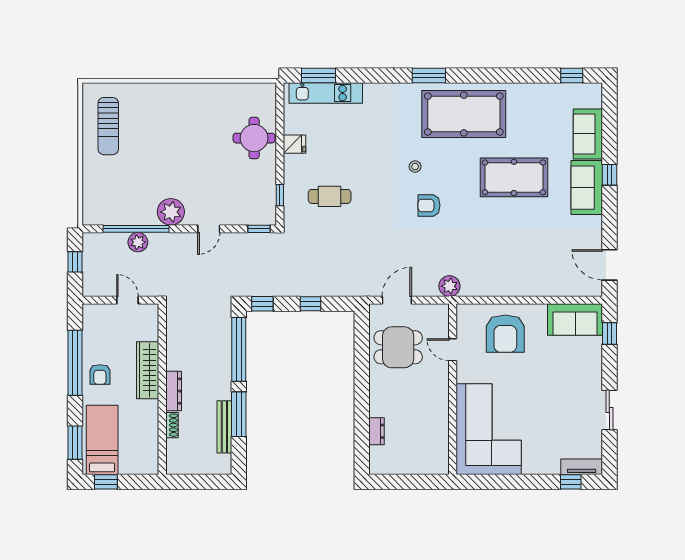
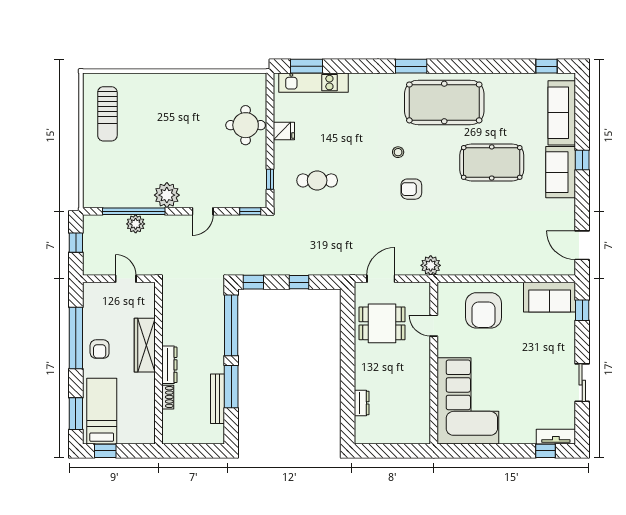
sofa: (588, 134) -> (562, 113), width x1.36

